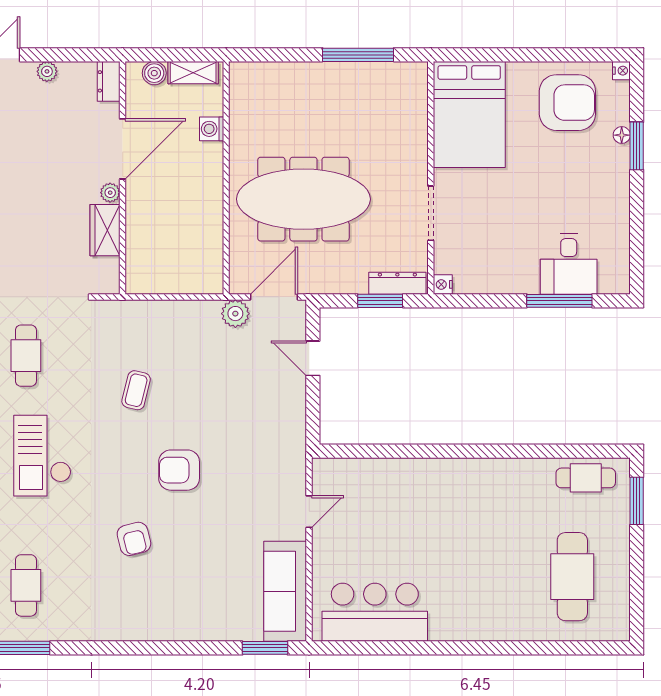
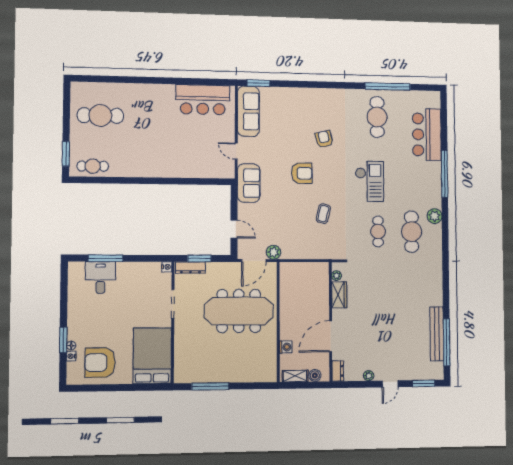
nightstand: (621, 71) -> (71, 356), moved
plant: (110, 193) -> (337, 276), moved
sofa: (284, 449) -> (249, 183), added
door: (309, 512) -> (236, 151), hinge flipped
cafe table: (572, 577) -> (100, 115), turned 90
cafe table: (26, 585) -> (377, 117), width x1.37, depth x1.35

